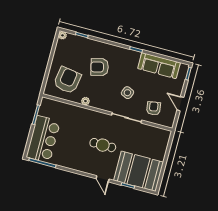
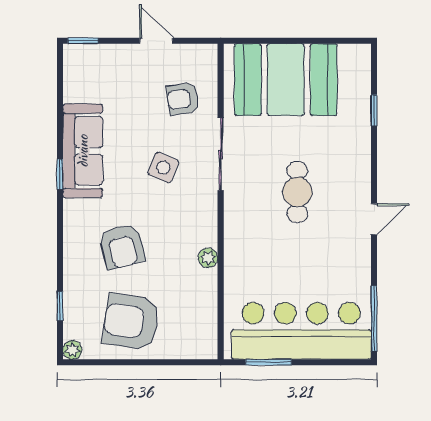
sofa: (159, 66) -> (83, 151), moved
armchair: (67, 80) -> (131, 322), moved
door: (180, 104) -> (156, 41), swing flipped
bar counter: (43, 139) -> (301, 331), width x1.36
booth: (139, 171) -> (286, 80), moved, turned 90
door: (103, 179) -> (374, 219), moved

